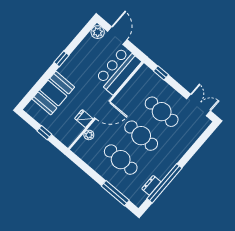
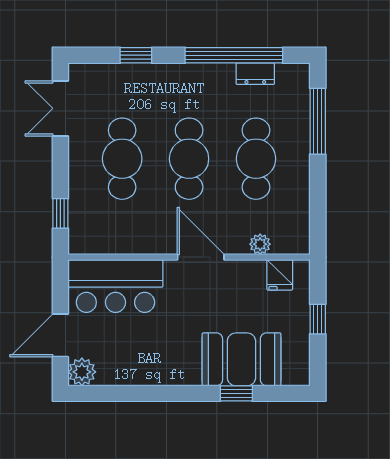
window: (62, 59) -> (236, 393), moved
fridge: (84, 119) -> (280, 275), moved
window: (194, 148) -> (136, 55), added

